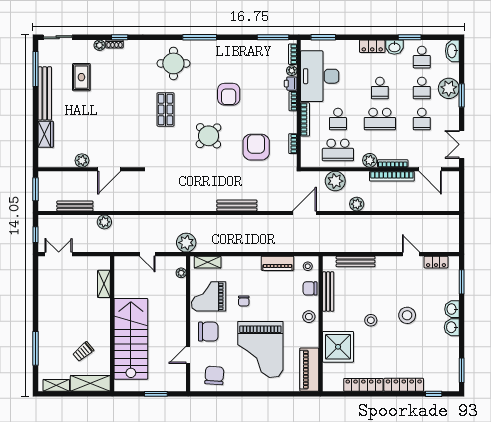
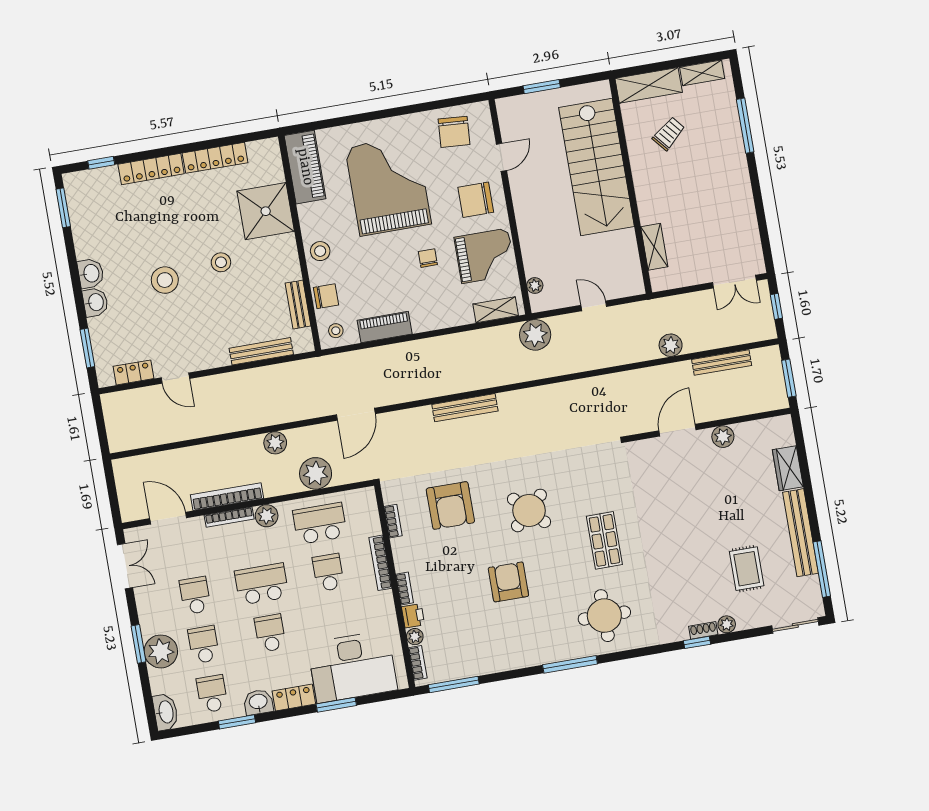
window: (323, 37) -> (336, 705), moved
desk: (320, 76) -> (352, 667), moved, turned 90
bench: (328, 292) -> (298, 305), width x0.73

